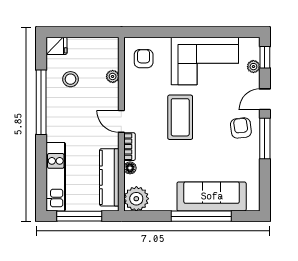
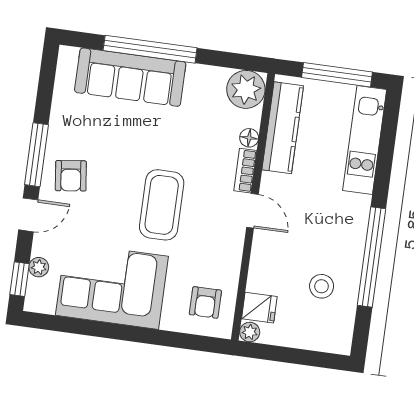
fridge: (56, 46) -> (259, 308), moved, turned 180
plant: (113, 76) -> (250, 332), moved

